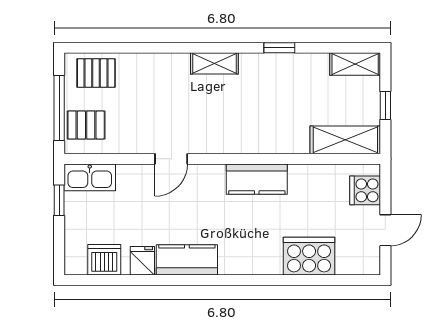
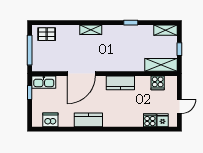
shelving: (214, 63) -> (91, 30), moved
pallet: (86, 125) -> (42, 58), removed
door: (171, 159) -> (81, 74), width x1.88
cooker: (365, 190) -> (158, 83), moved, turned -90
cooker: (309, 256) -> (150, 120), width x0.53, depth x0.76
fridge: (142, 261) -> (163, 120), moved

